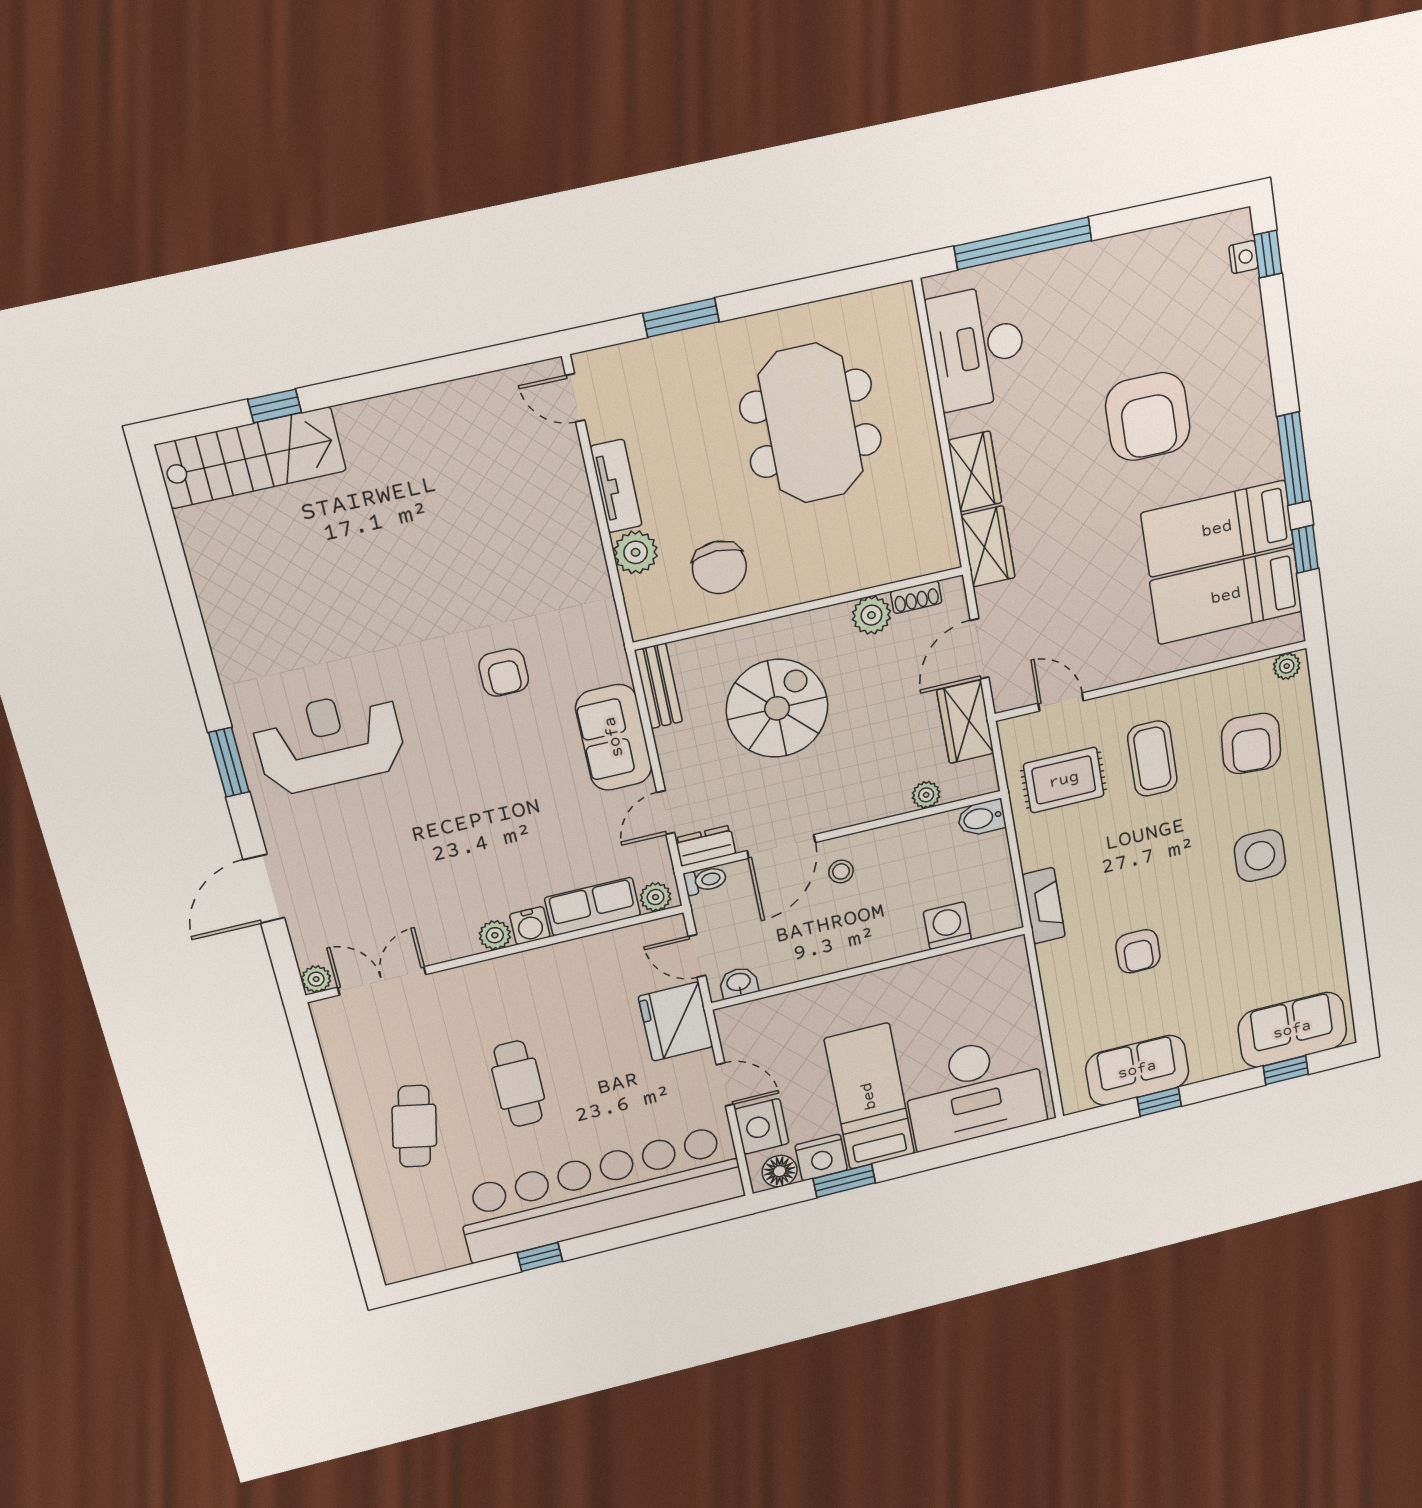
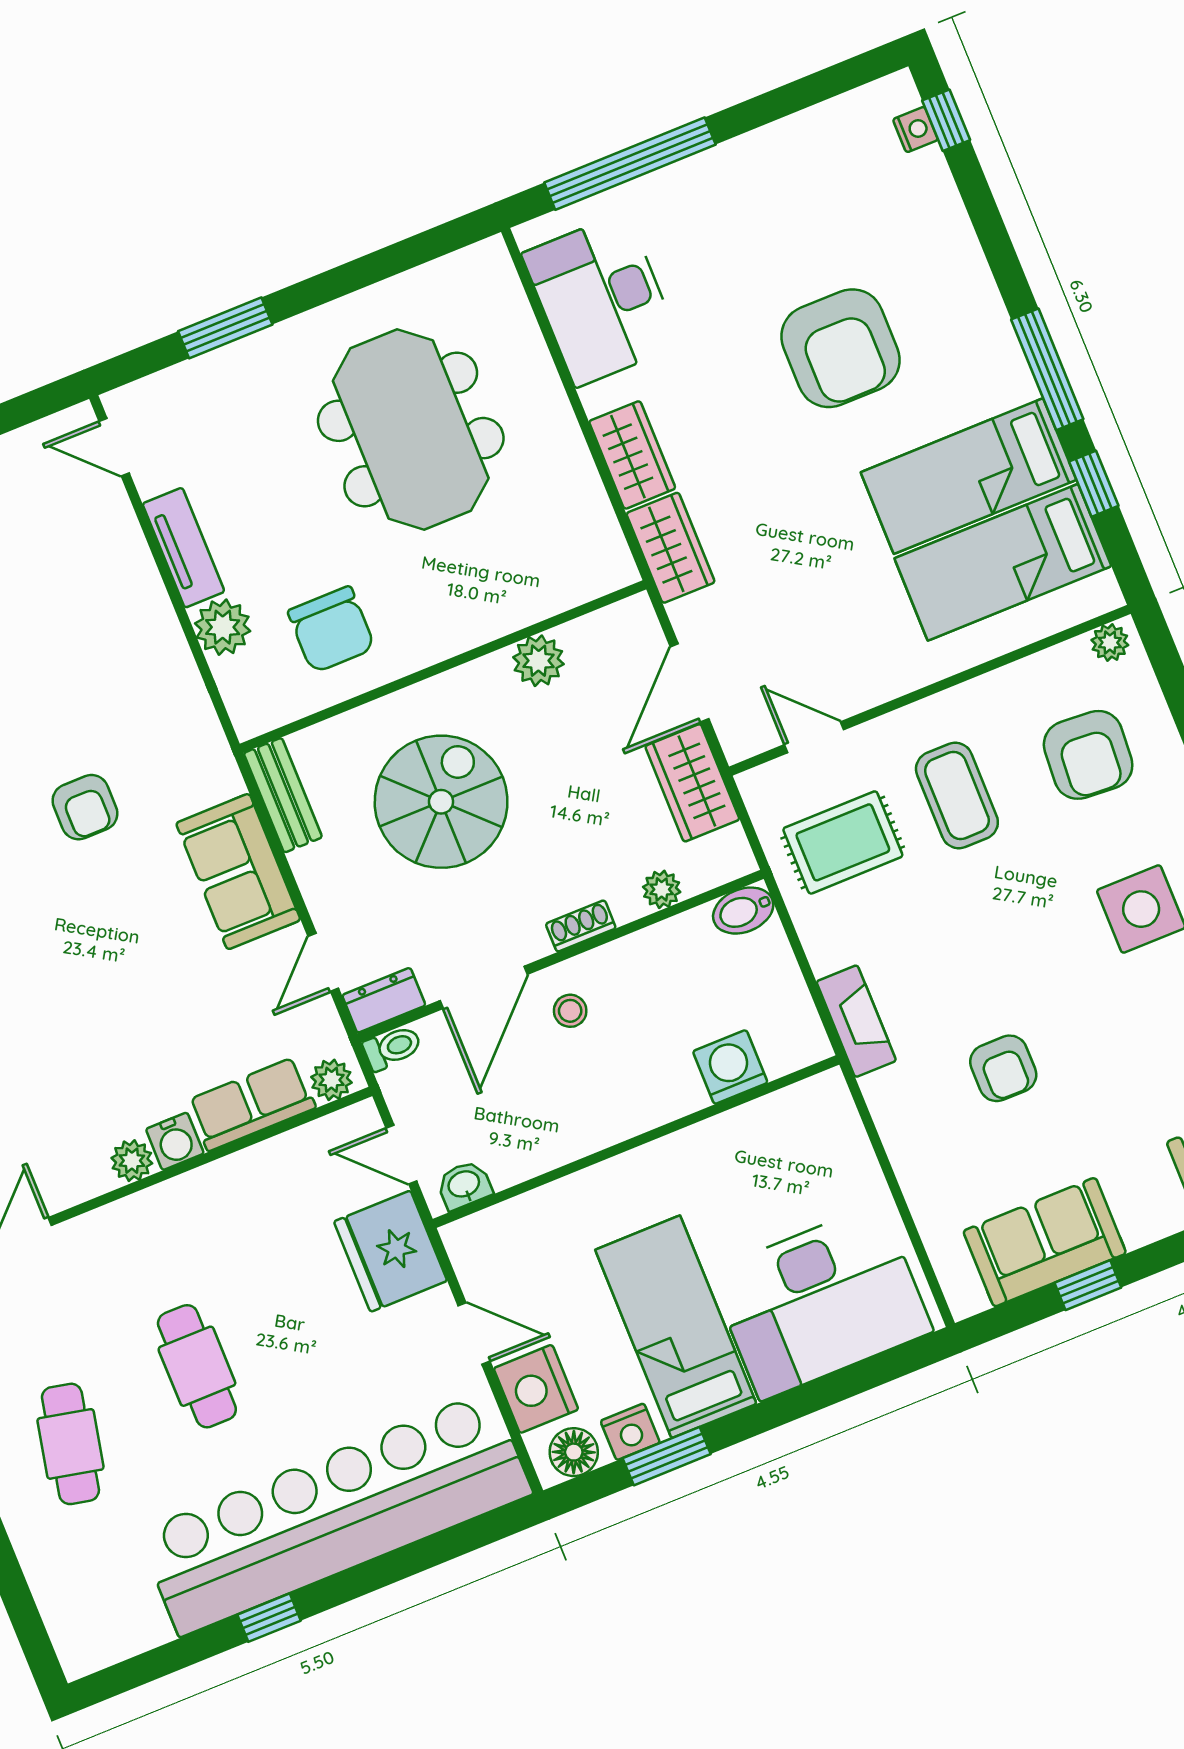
shoe rack: (916, 597) -> (581, 926), moved, turned 180
nightstand: (821, 1158) -> (630, 1432), width x0.74, depth x0.75

